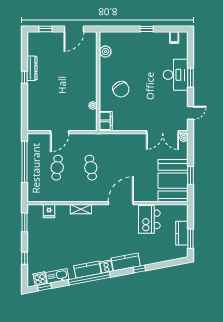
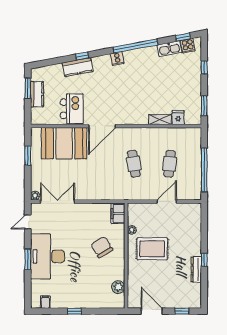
door: (74, 29) -> (152, 311), hinge flipped
desk: (176, 75) -> (48, 256), width x1.36, depth x1.30
rug: (73, 88) -> (152, 249), added
booth: (173, 181) -> (64, 143), moved, turned 90
shelving: (81, 209) -> (160, 120), moved
kitchen counter: (126, 262) -> (78, 67), moved
kitchen counter: (87, 270) -> (137, 55), removed

